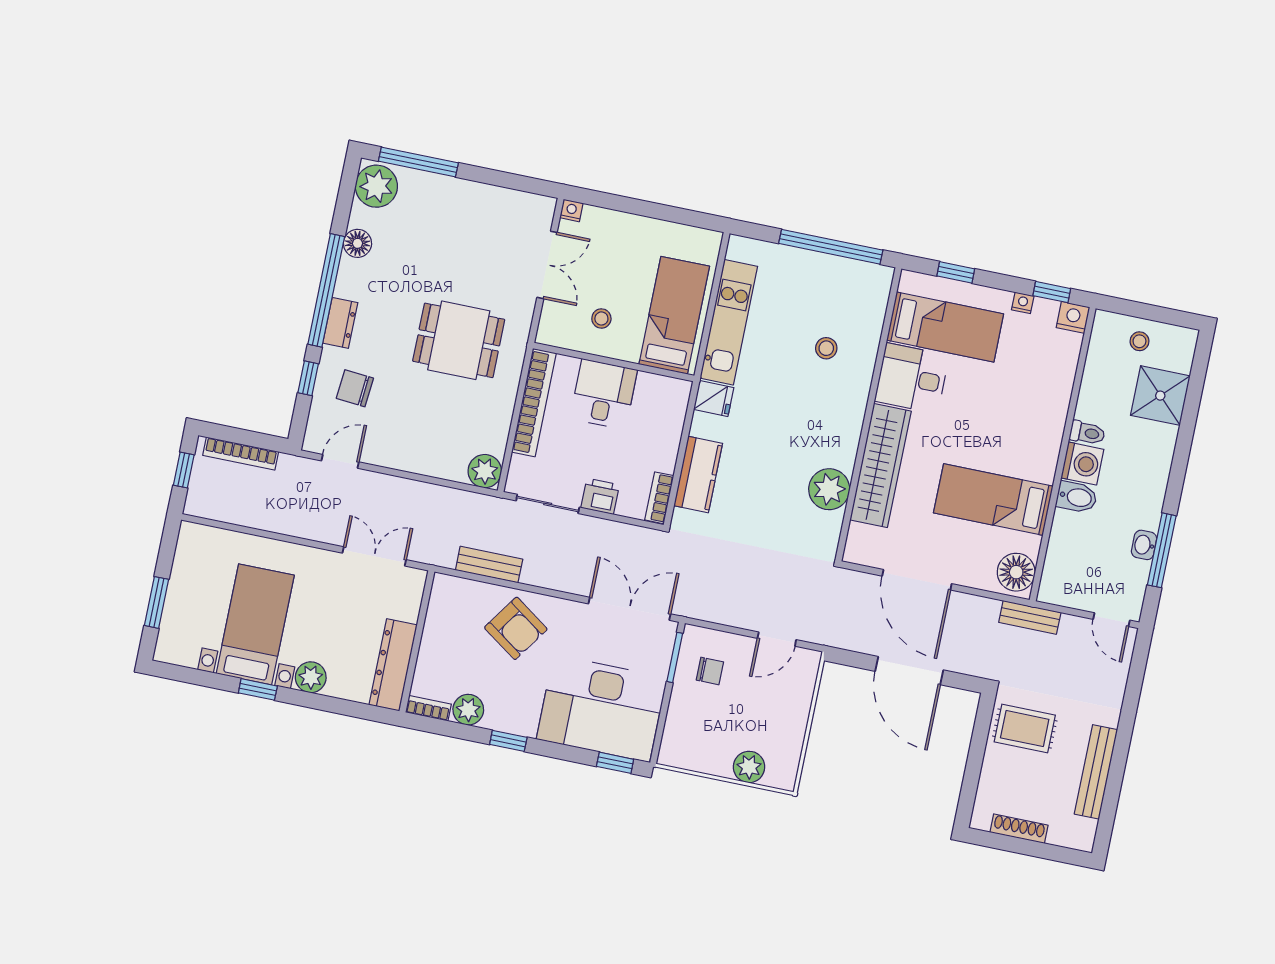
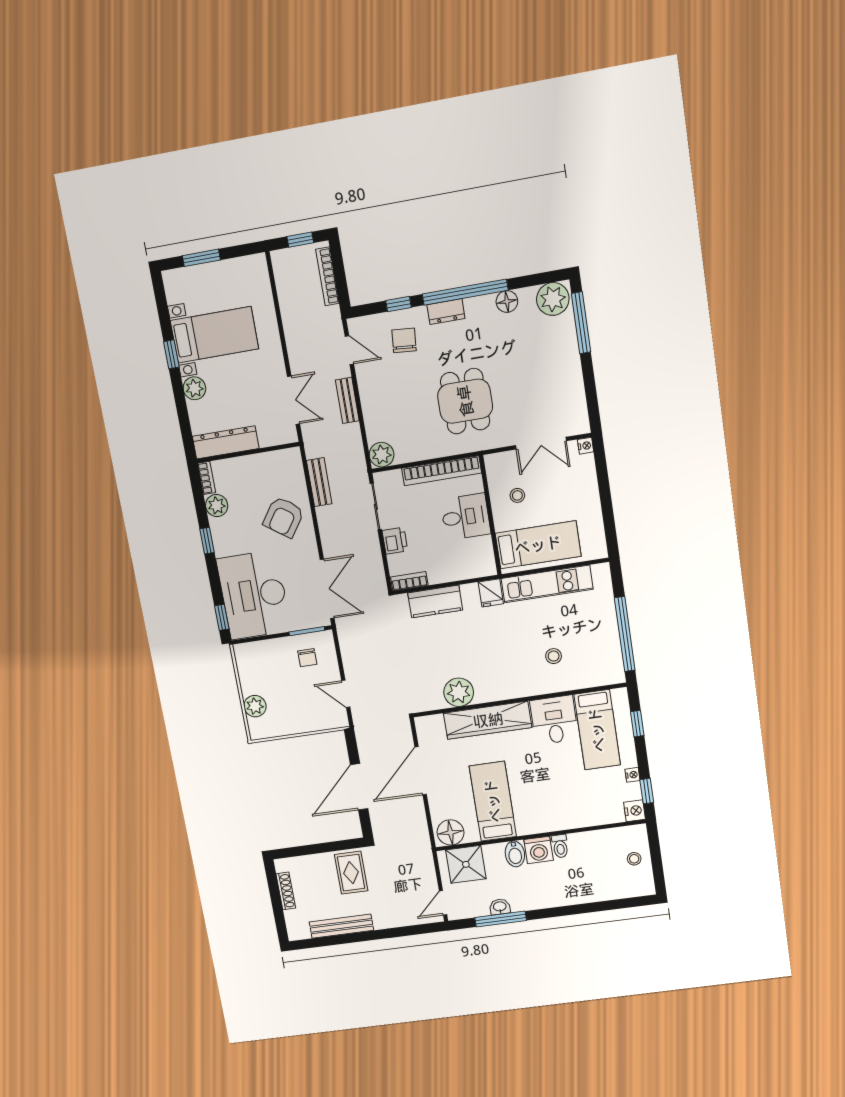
shower: (1160, 396) -> (466, 864), moved
bench: (1030, 617) -> (347, 400), moved

